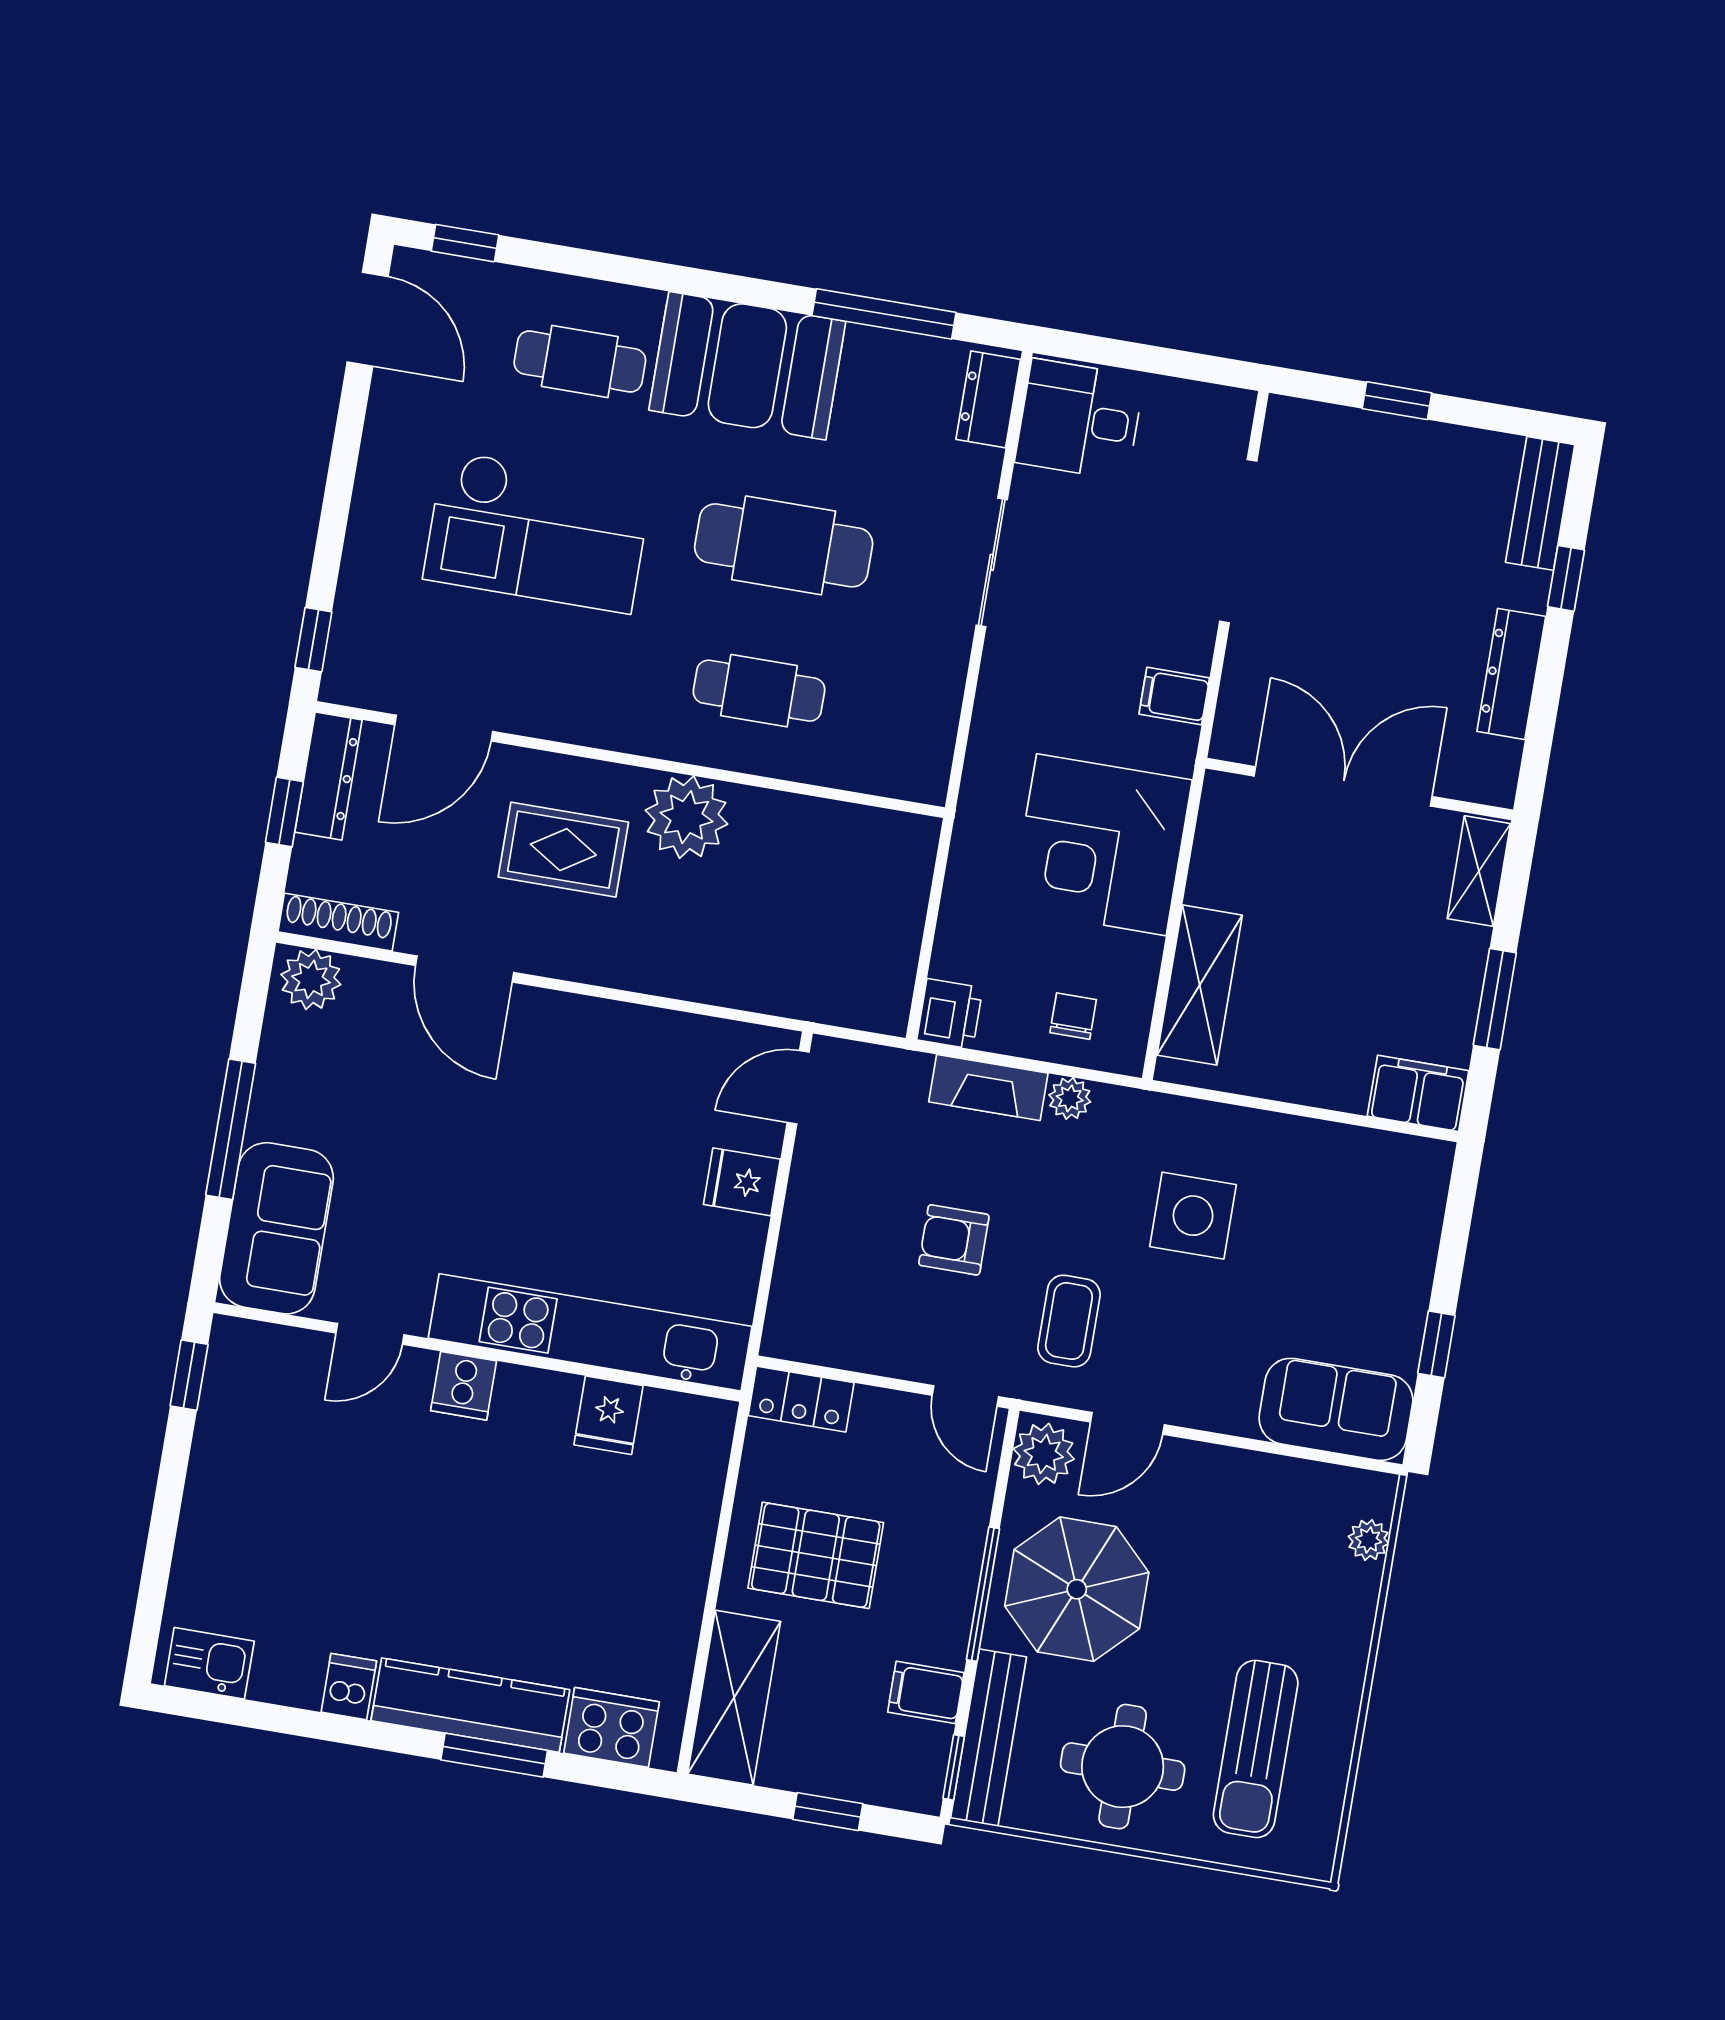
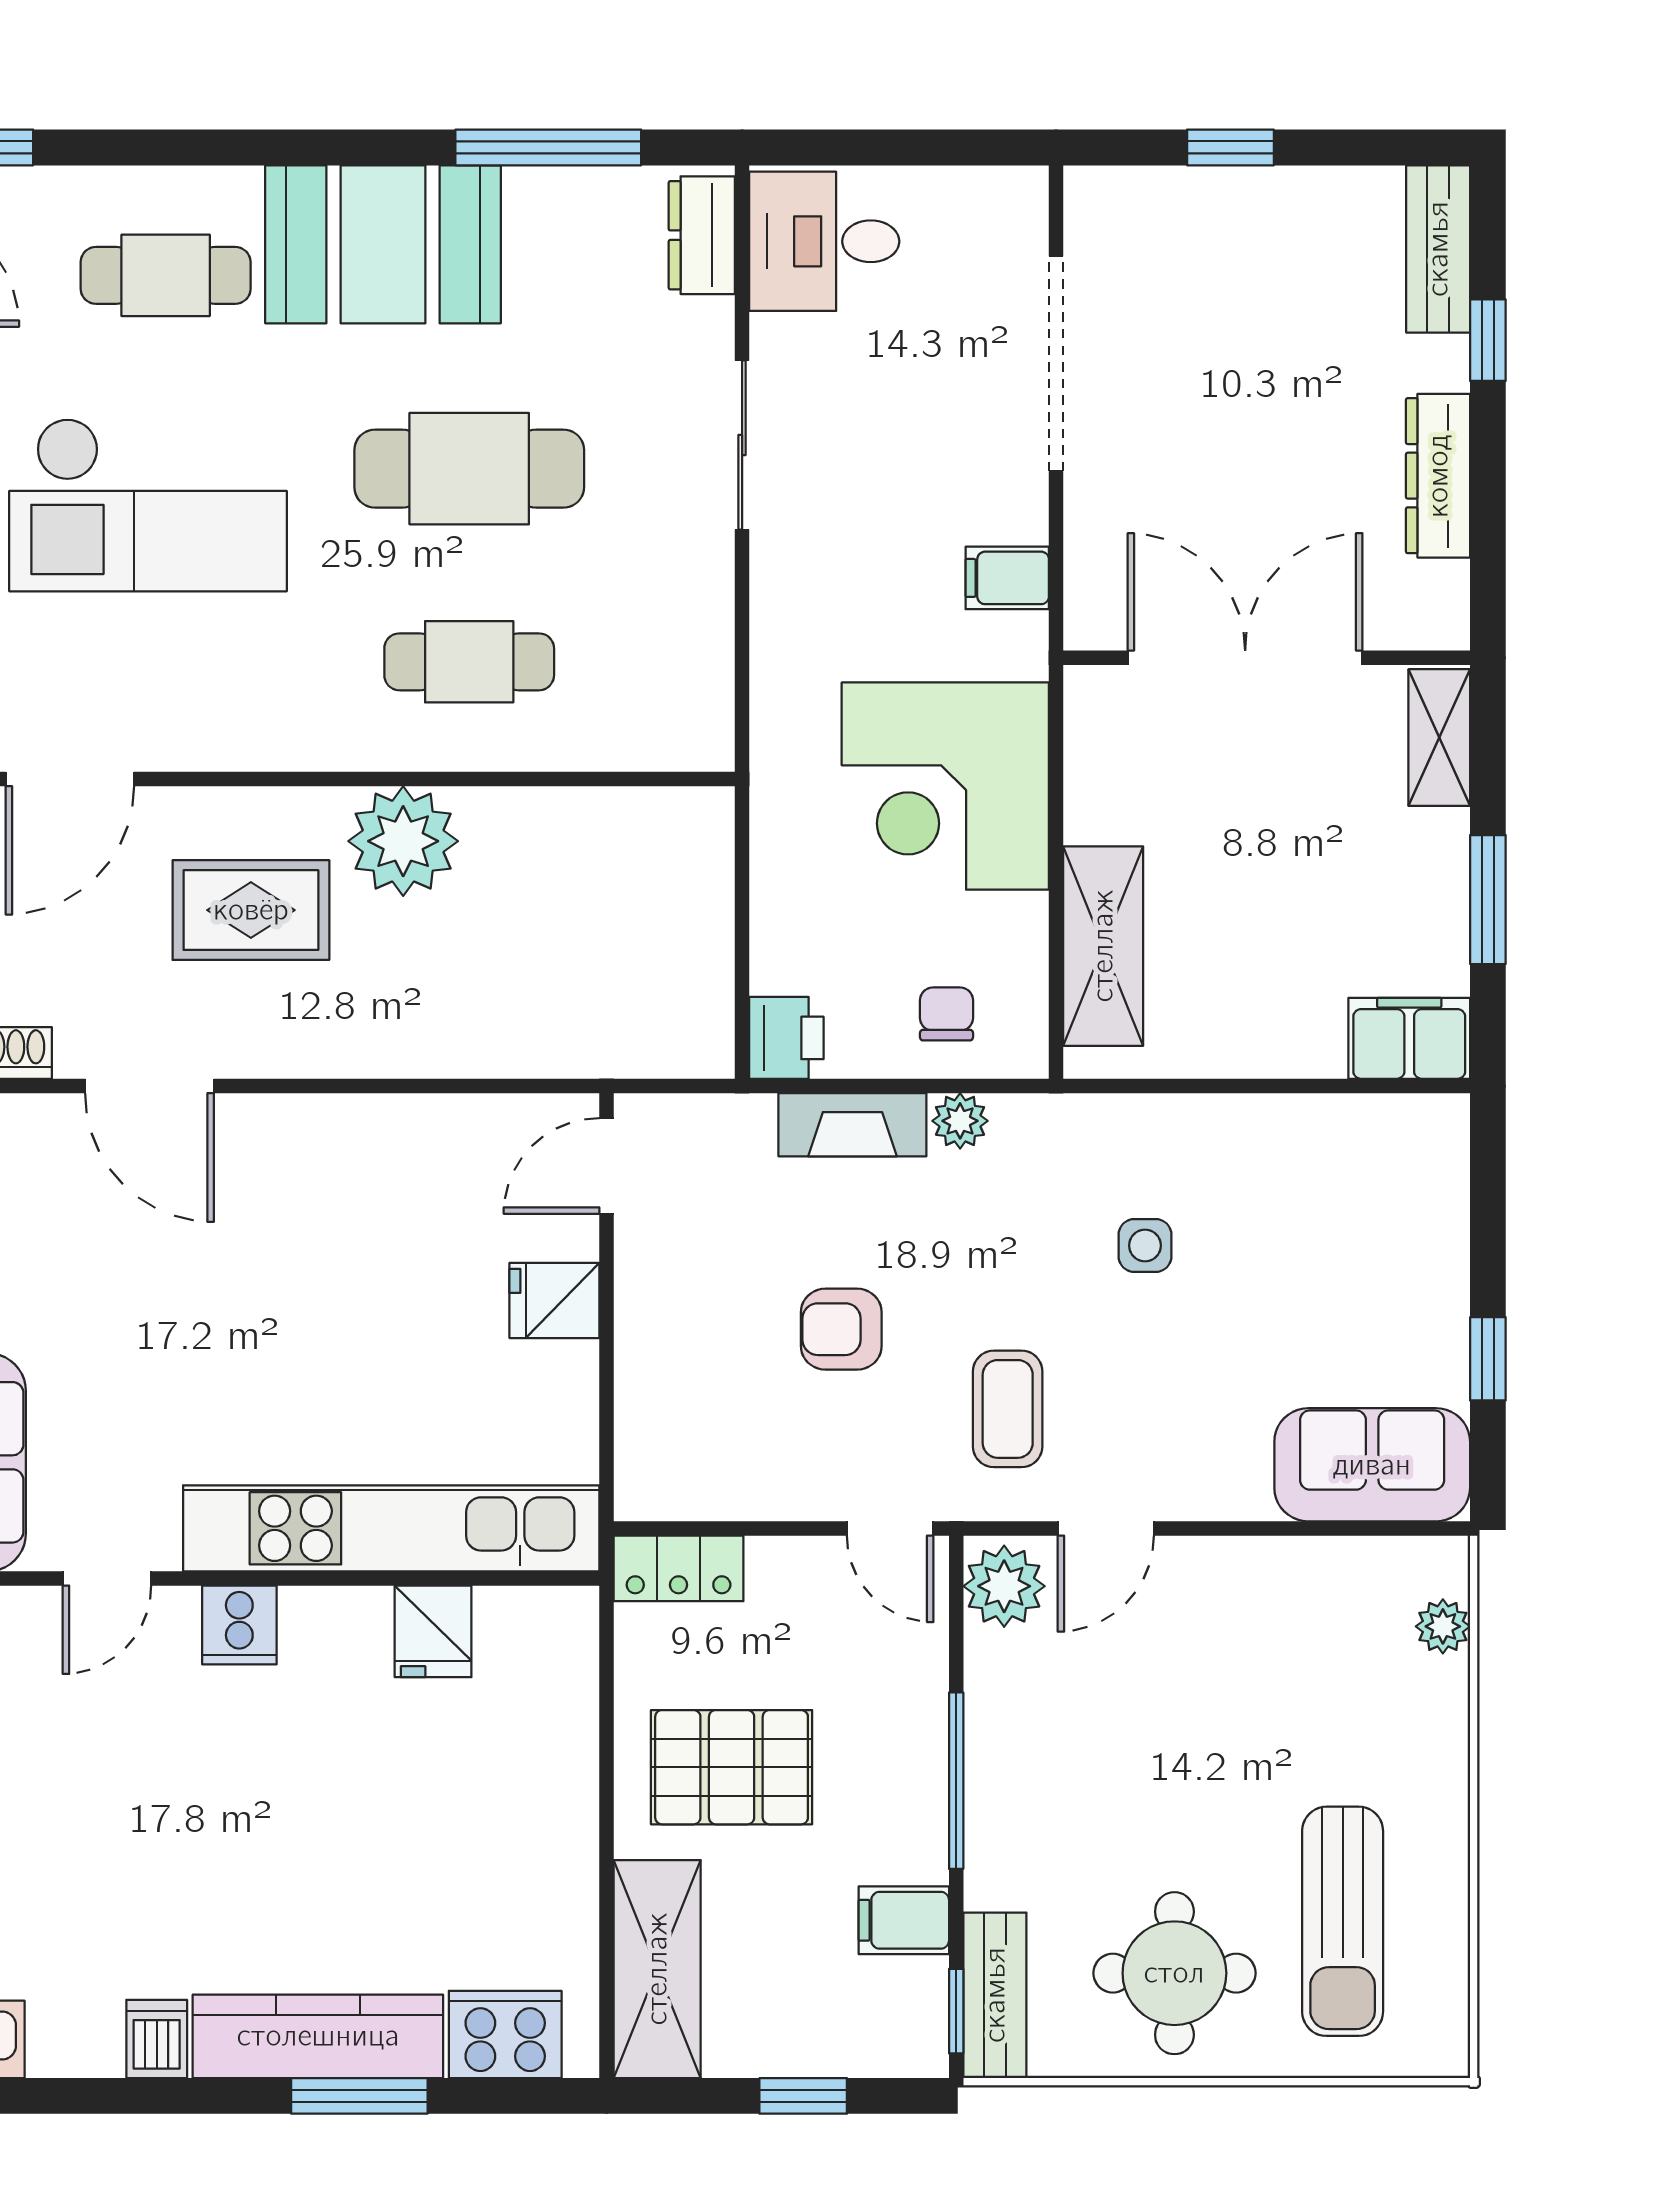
side table: (1193, 1216) -> (1145, 1246), width x0.54, depth x0.54
parasol: (1077, 1589) -> (1076, 1754), removed
bench: (989, 1738) -> (995, 1995), width x0.73

